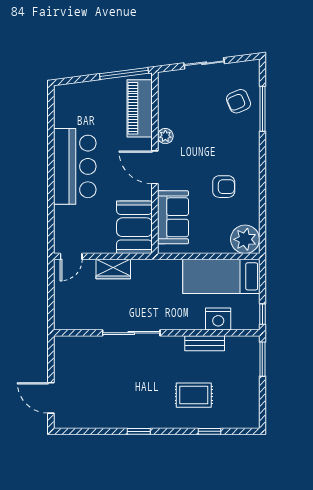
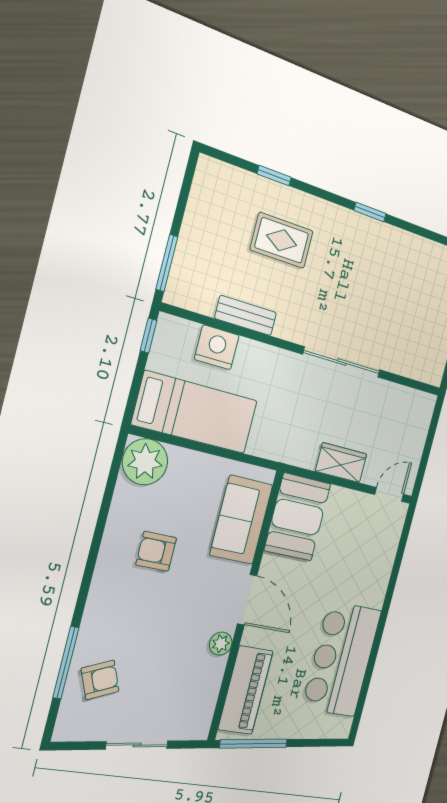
bar counter: (75, 166) -> (342, 659), moved

